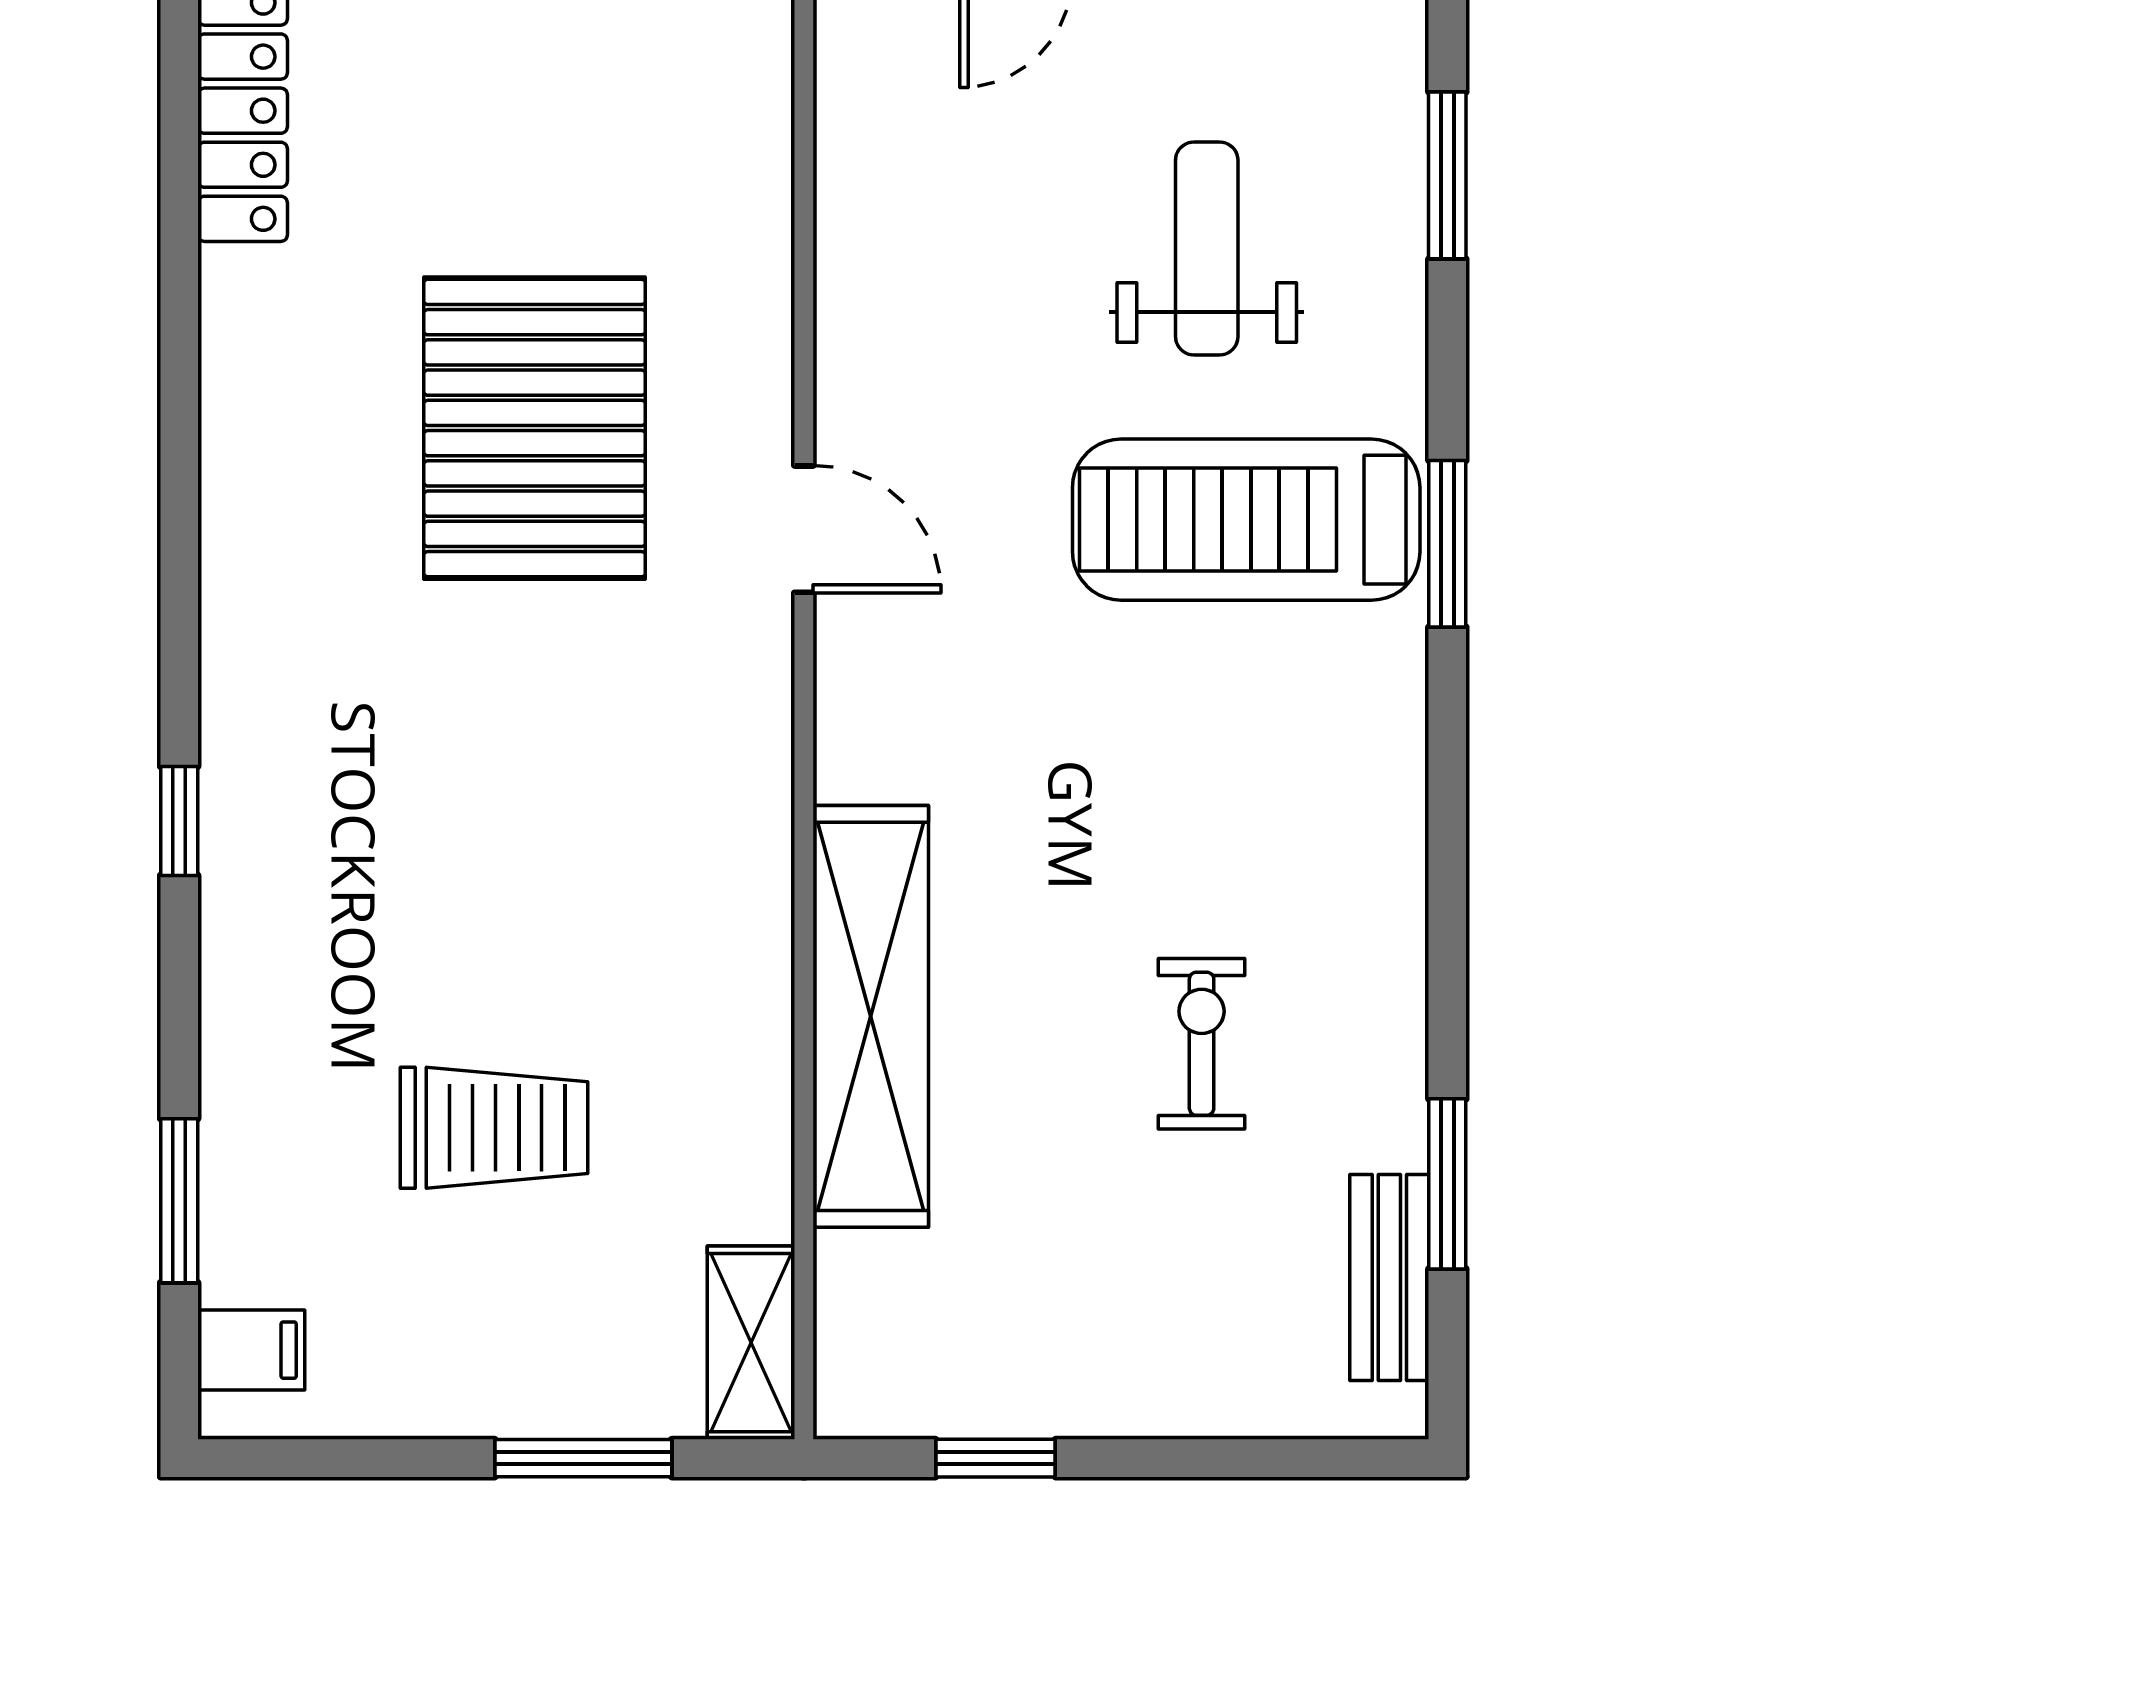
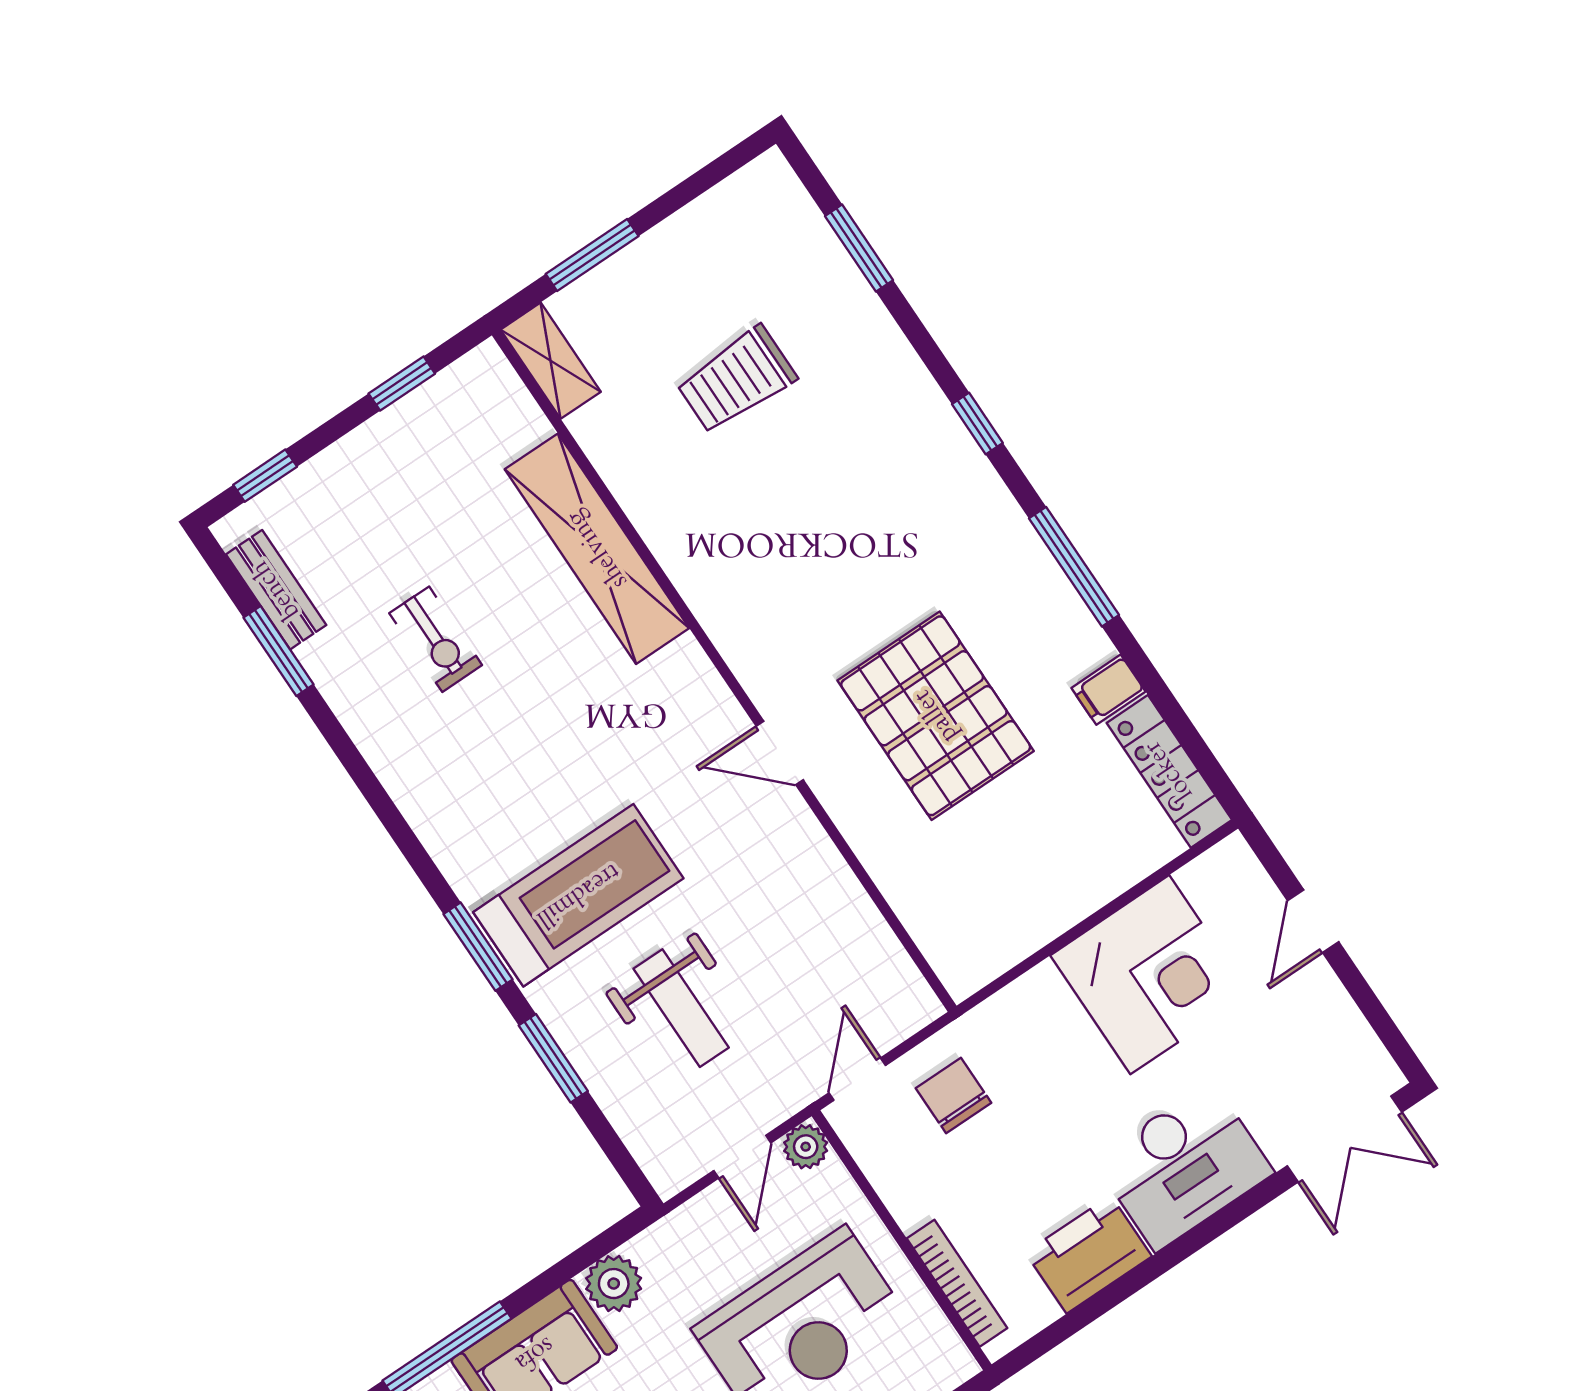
window: (1447, 175) -> (553, 1058), moved
window: (179, 511) -> (1074, 567), added
filing cabinet: (251, 1350) -> (1108, 690), moved
window: (1291, 1458) -> (265, 476), added

